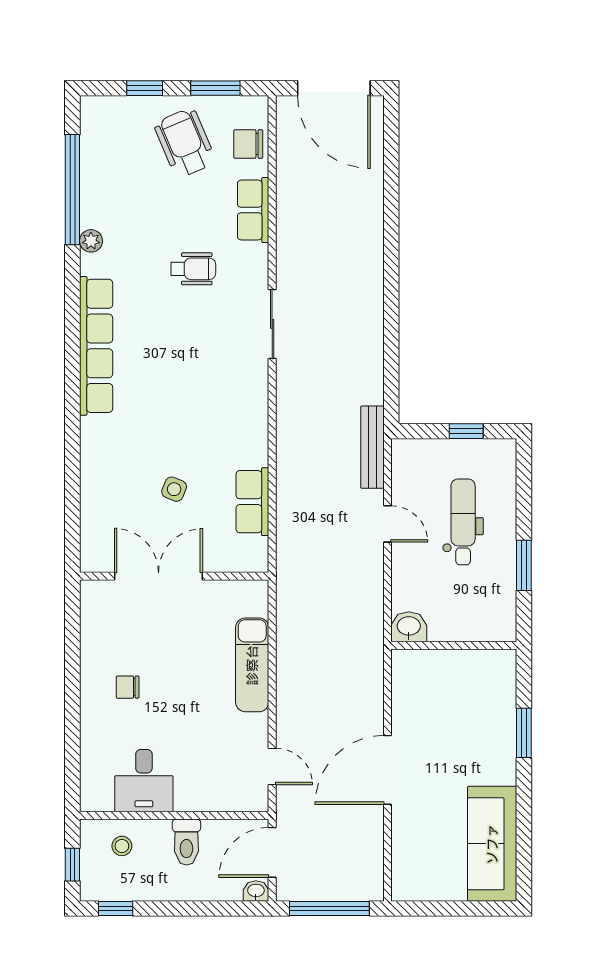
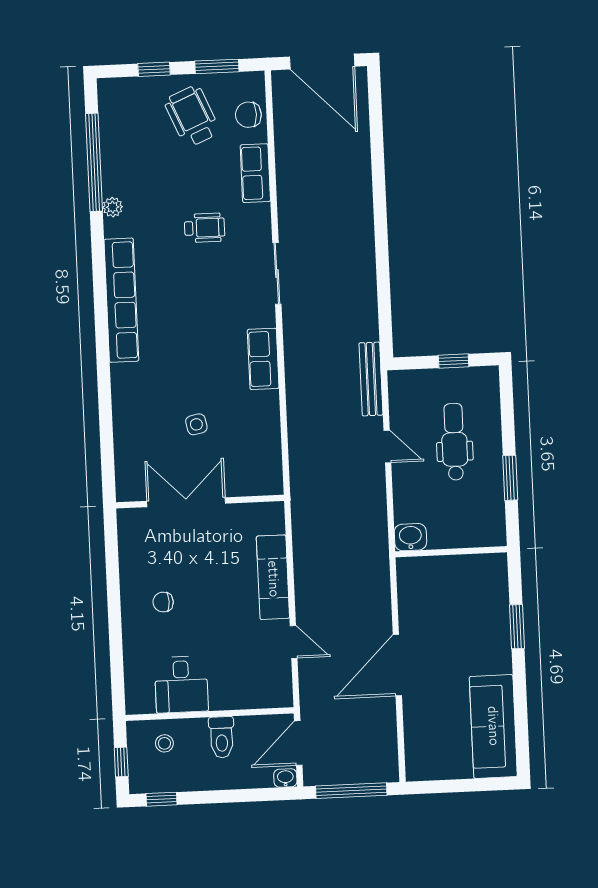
side table: (174, 489) -> (196, 424), turned -34
row of seats: (252, 502) -> (263, 359), moved
door: (272, 766) -> (294, 642), moved

